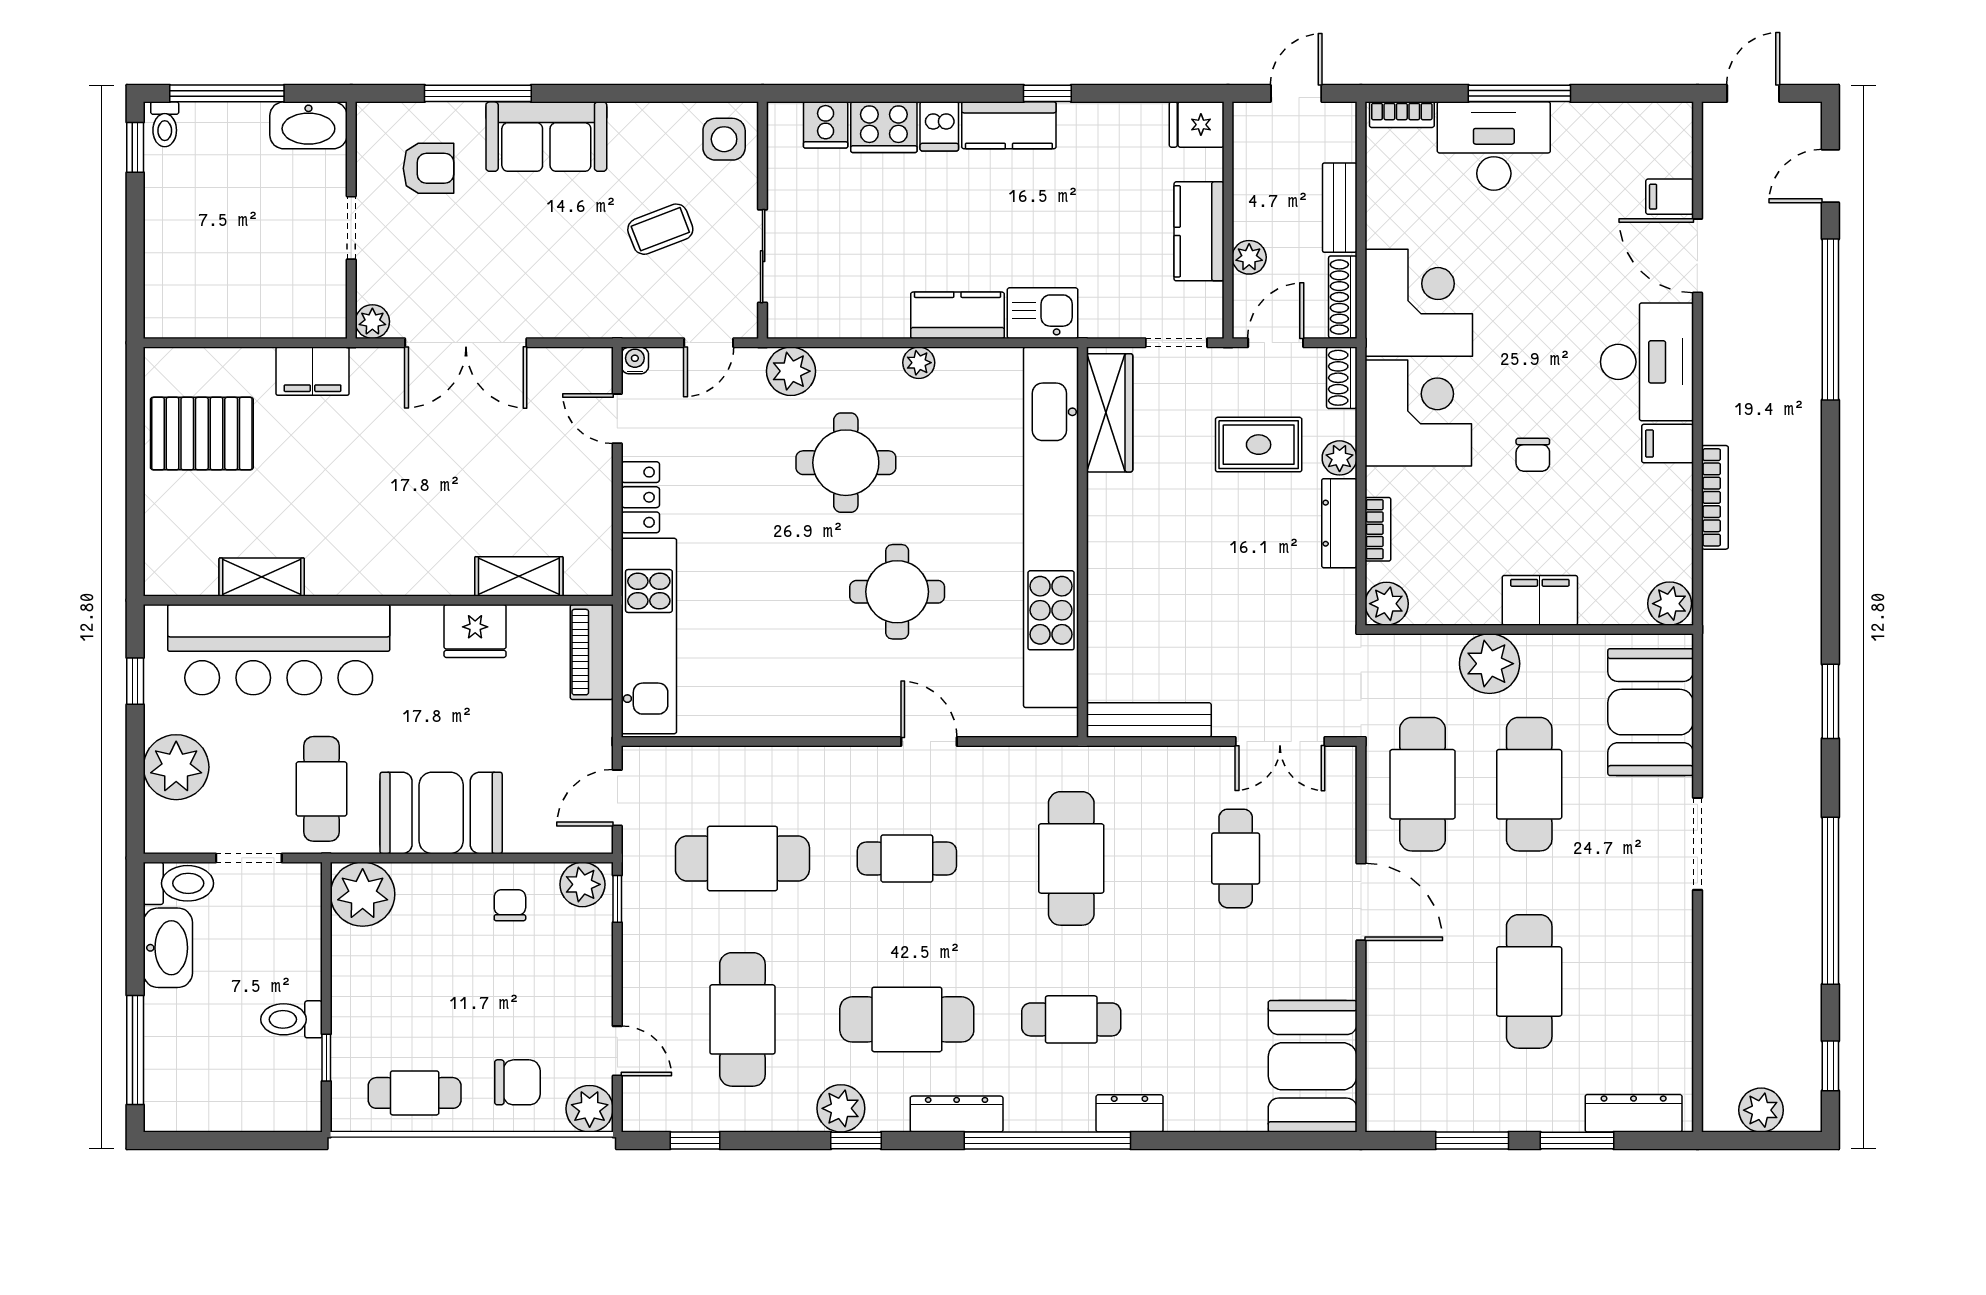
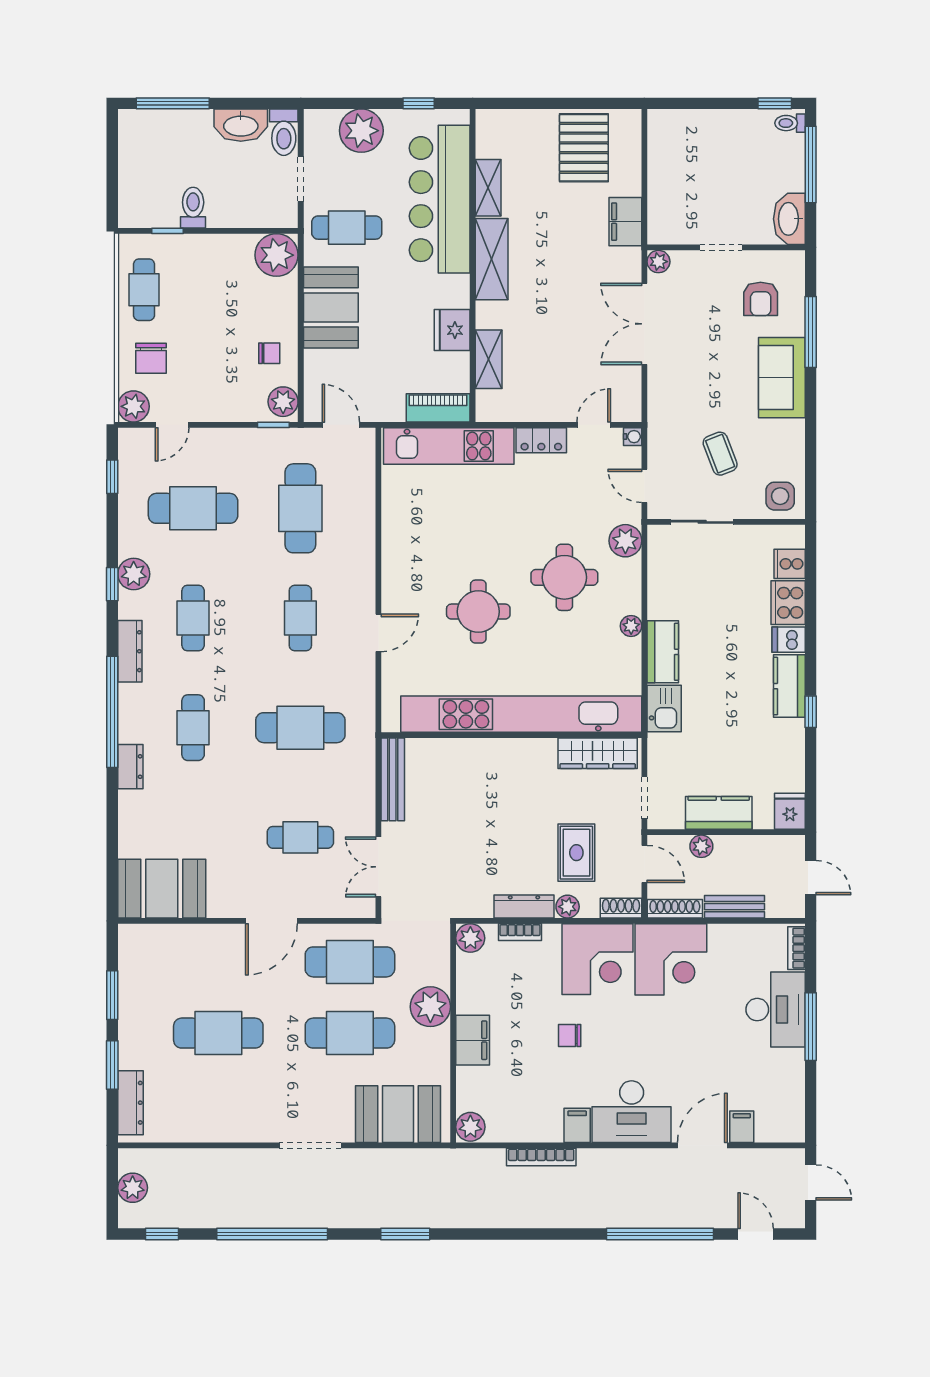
shelving: (369, 572) -> (492, 259), added
cafe table: (907, 1019) -> (193, 618), width x0.73, depth x0.74

